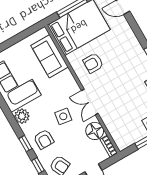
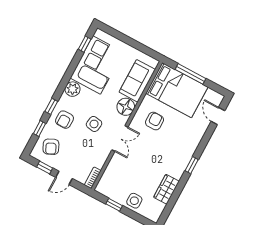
armchair: (93, 63) -> (155, 121), turned 90
double door: (90, 102) -> (120, 139), swing flipped
floor lamp: (95, 131) -> (126, 107), moved

